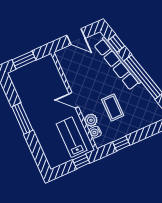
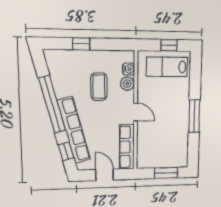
row of seats: (68, 68) -> (127, 147), added
lab bench: (72, 137) -> (167, 67), moved, turned 90
window: (121, 144) -> (81, 44), moved
window: (81, 161) -> (169, 45), moved

